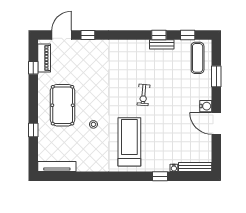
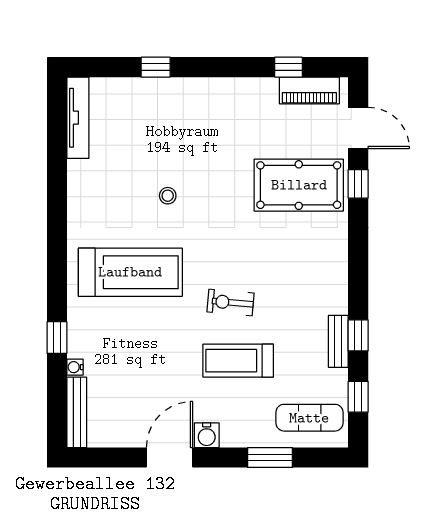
treadmill: (171, 91) -> (238, 361), added
pool table: (63, 105) -> (299, 185), moved

